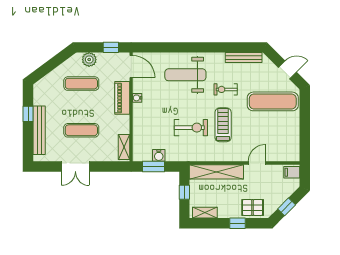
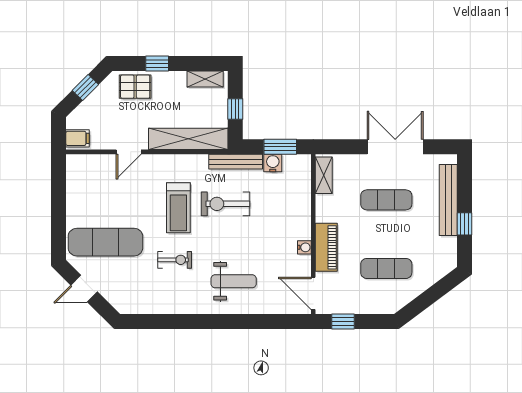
bench: (244, 57) -> (236, 162), moved
plant: (89, 60) -> (375, 304), removed
weight bench: (185, 75) -> (234, 281), width x0.73, depth x0.75
double door: (75, 167) -> (395, 147), width x1.37

